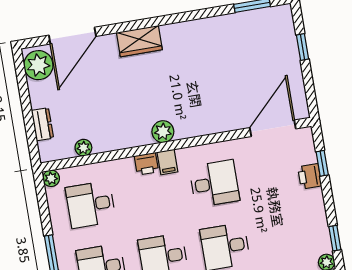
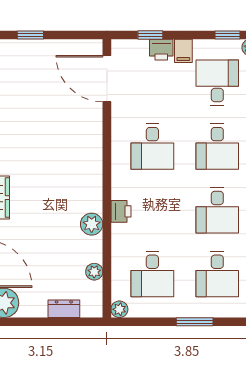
plant: (163, 132) -> (92, 224), moved
filing cabinet: (167, 162) -> (183, 51), moved, turned 90
desk: (214, 184) -> (152, 146), turned 180
desk: (287, 236) -> (217, 83), added

